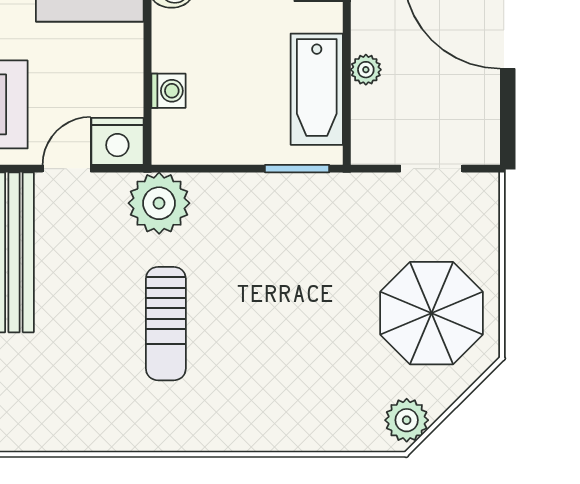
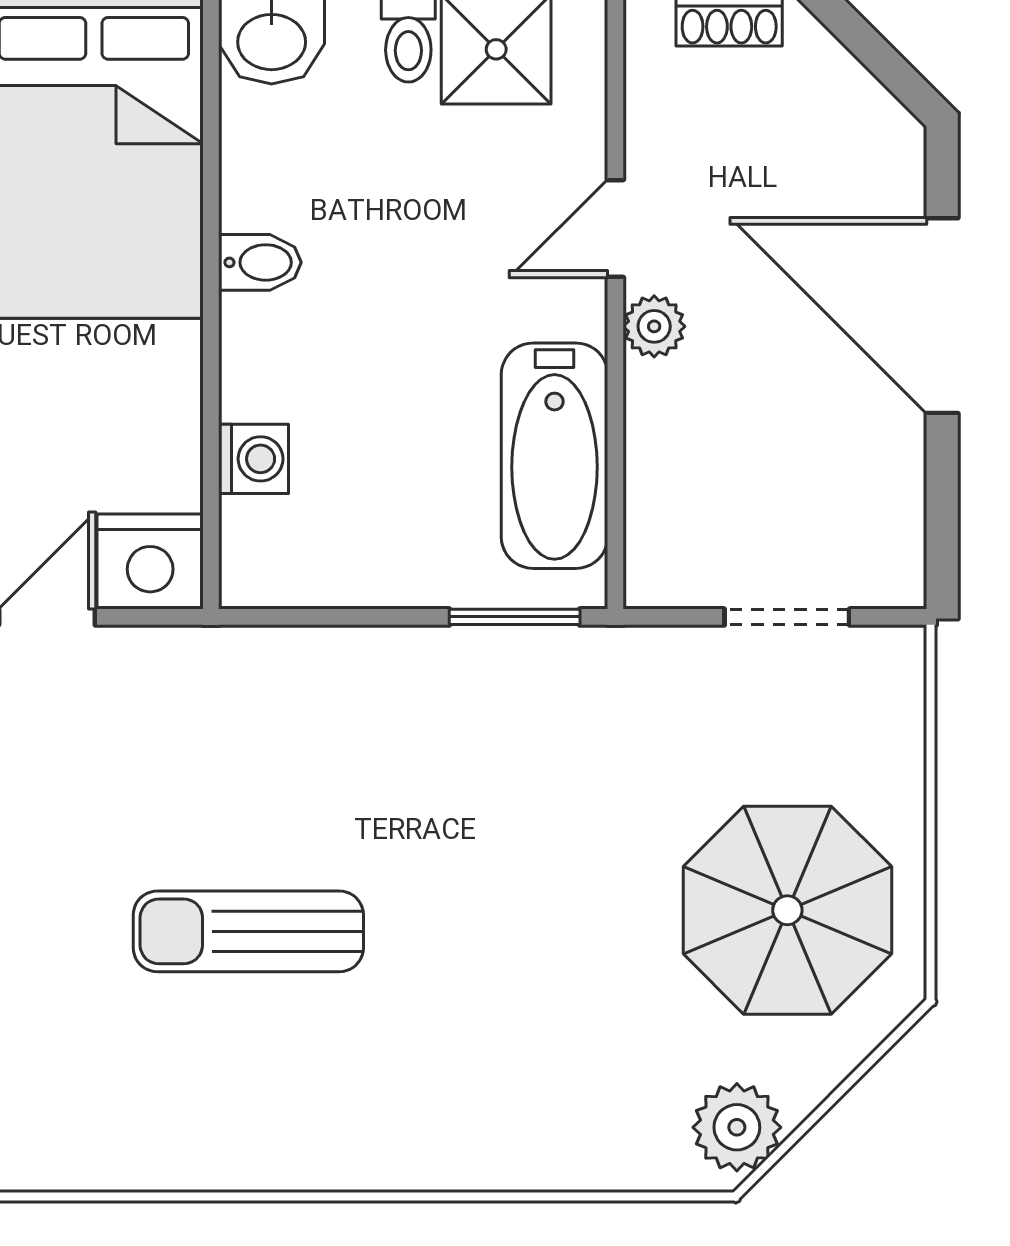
plant: (366, 70) -> (654, 326), moved
plant: (159, 203) -> (234, 687), removed
sun lounger: (166, 324) -> (248, 931), turned 90

